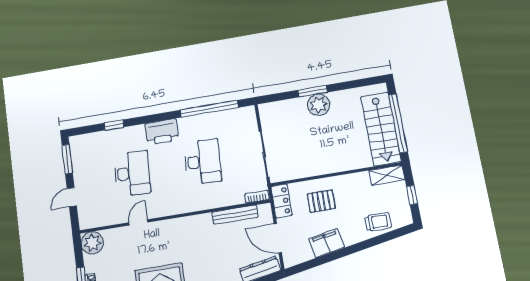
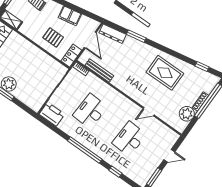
window: (209, 109) -> (85, 150), moved
printer: (162, 132) -> (52, 114), moved
plant: (92, 243) -> (187, 114), moved

